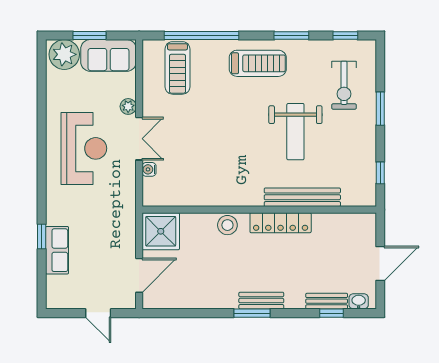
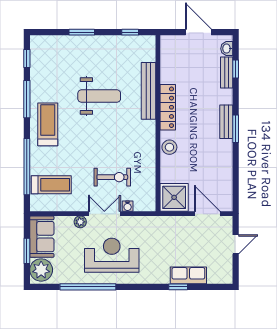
window: (291, 35) -> (27, 99), width x1.44
exercise bike: (344, 85) -> (112, 177), moved
window: (42, 117) -> (88, 287), added

